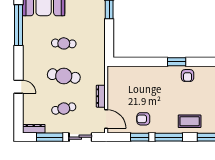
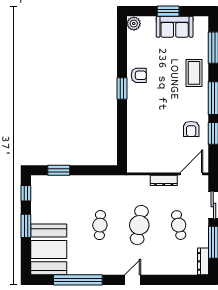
door: (18, 87) -> (133, 280), moved

